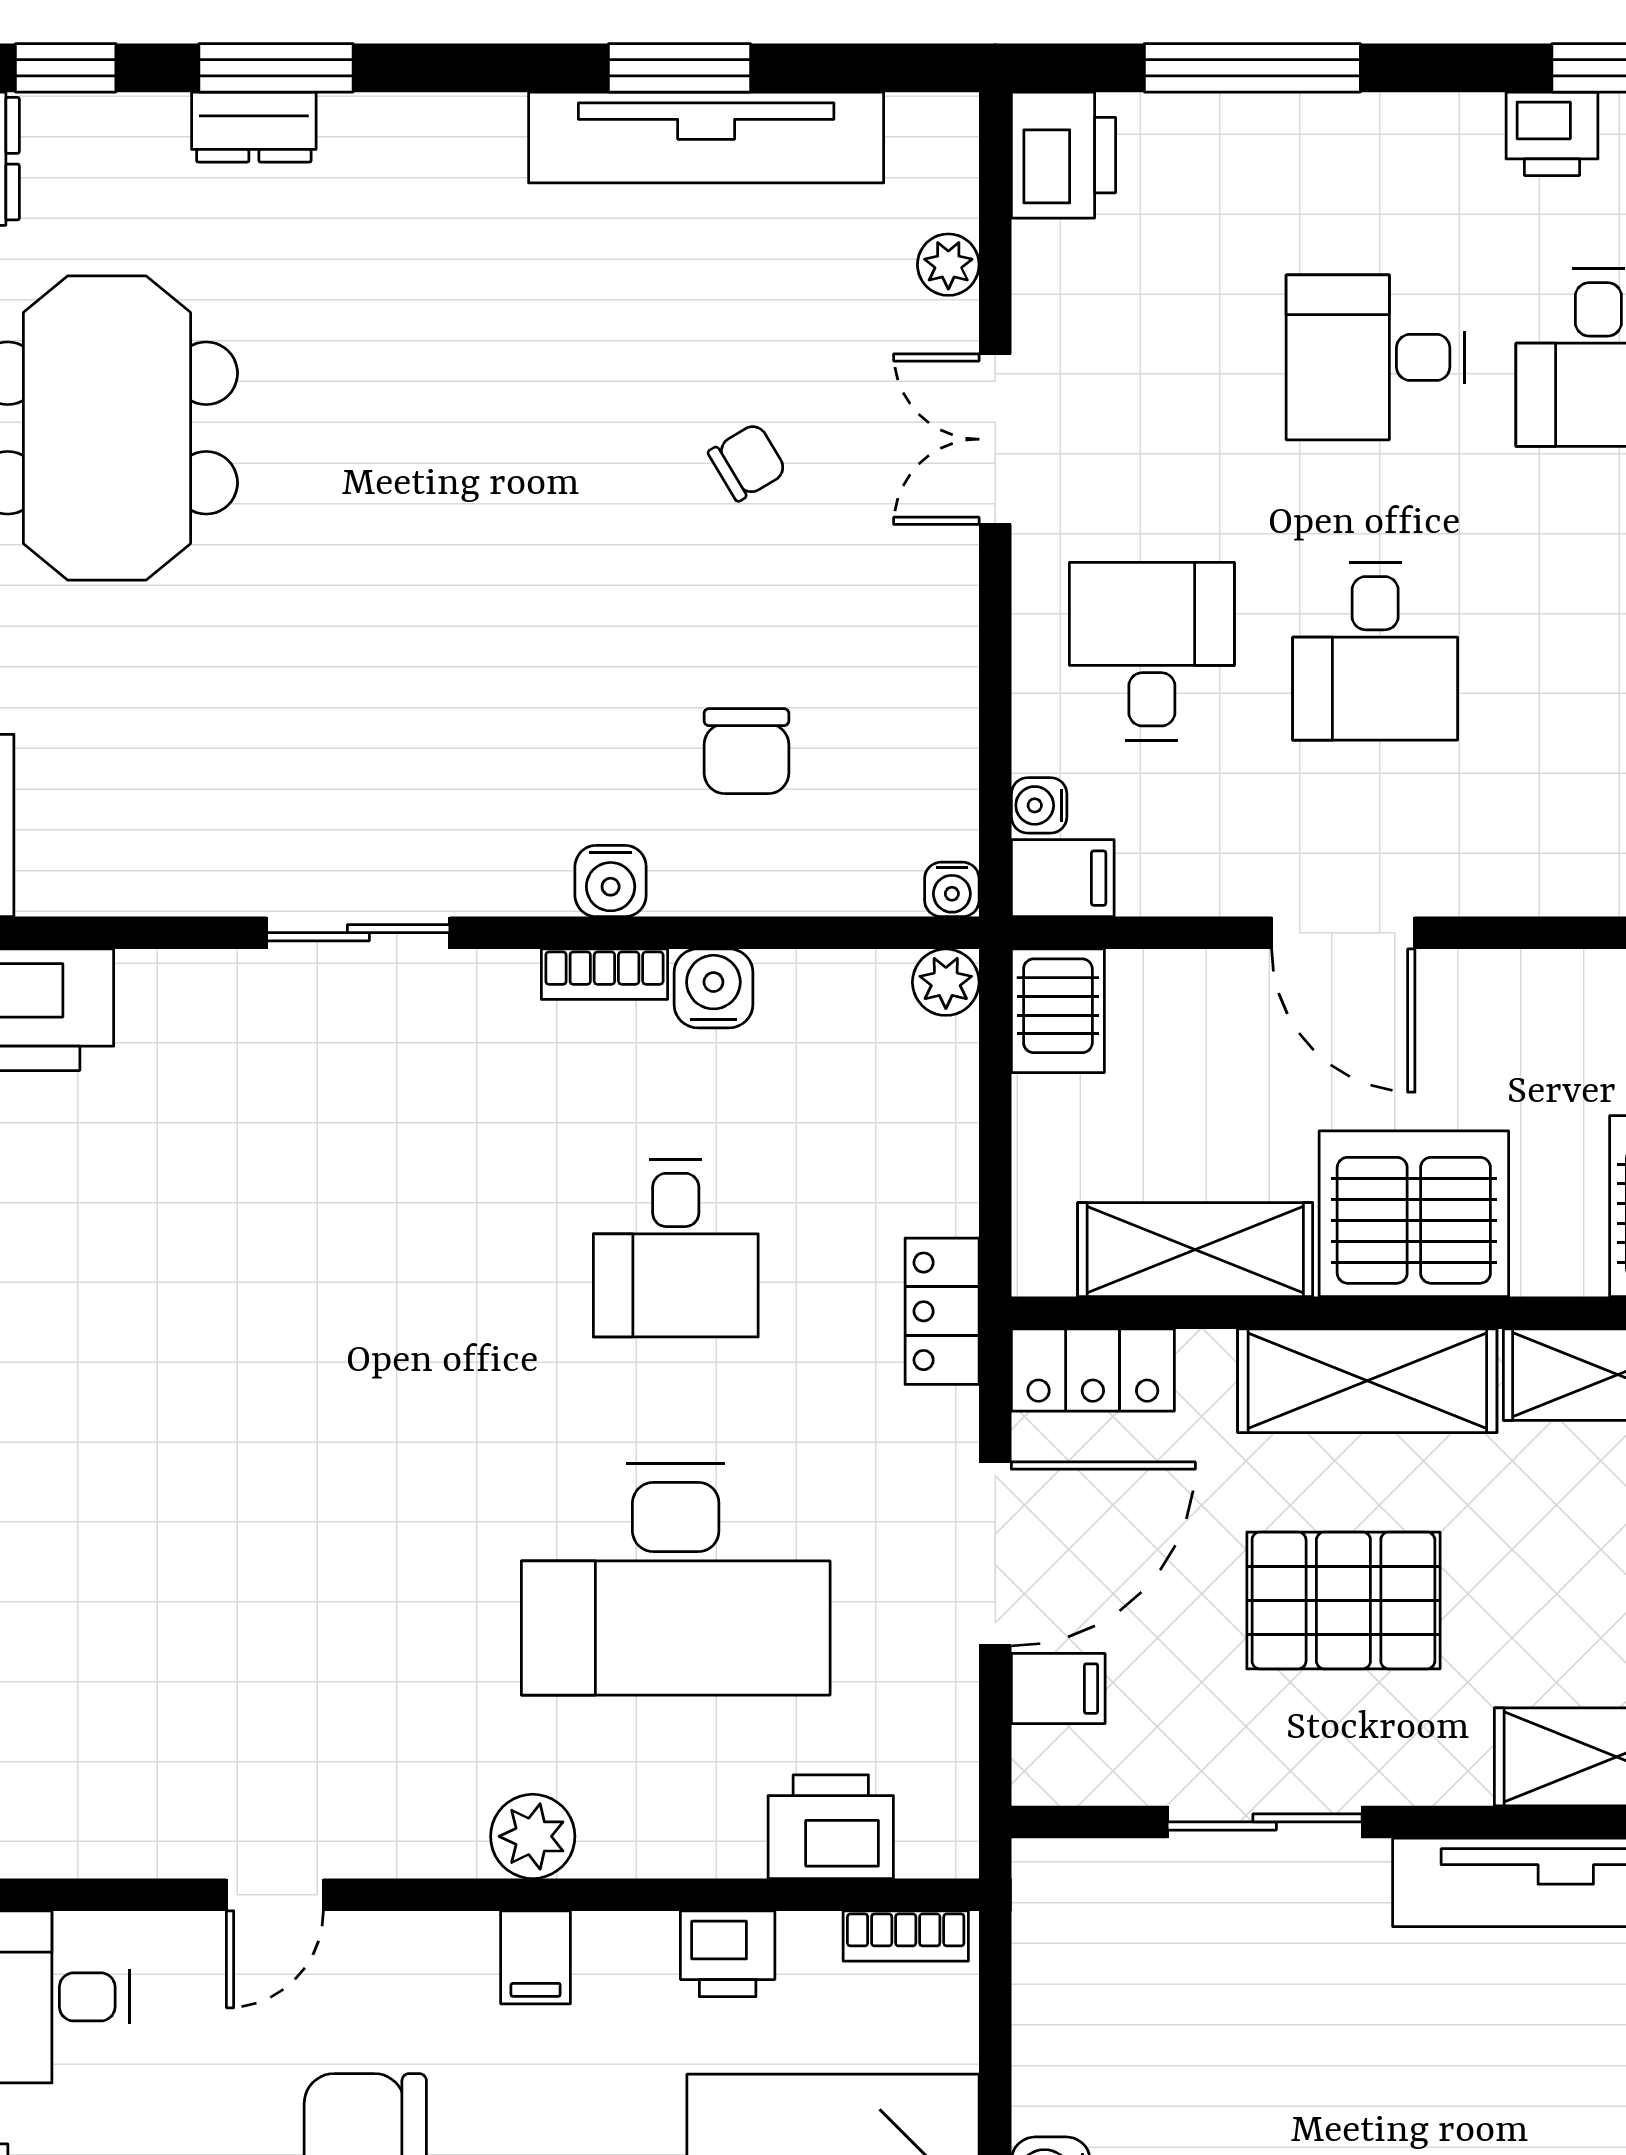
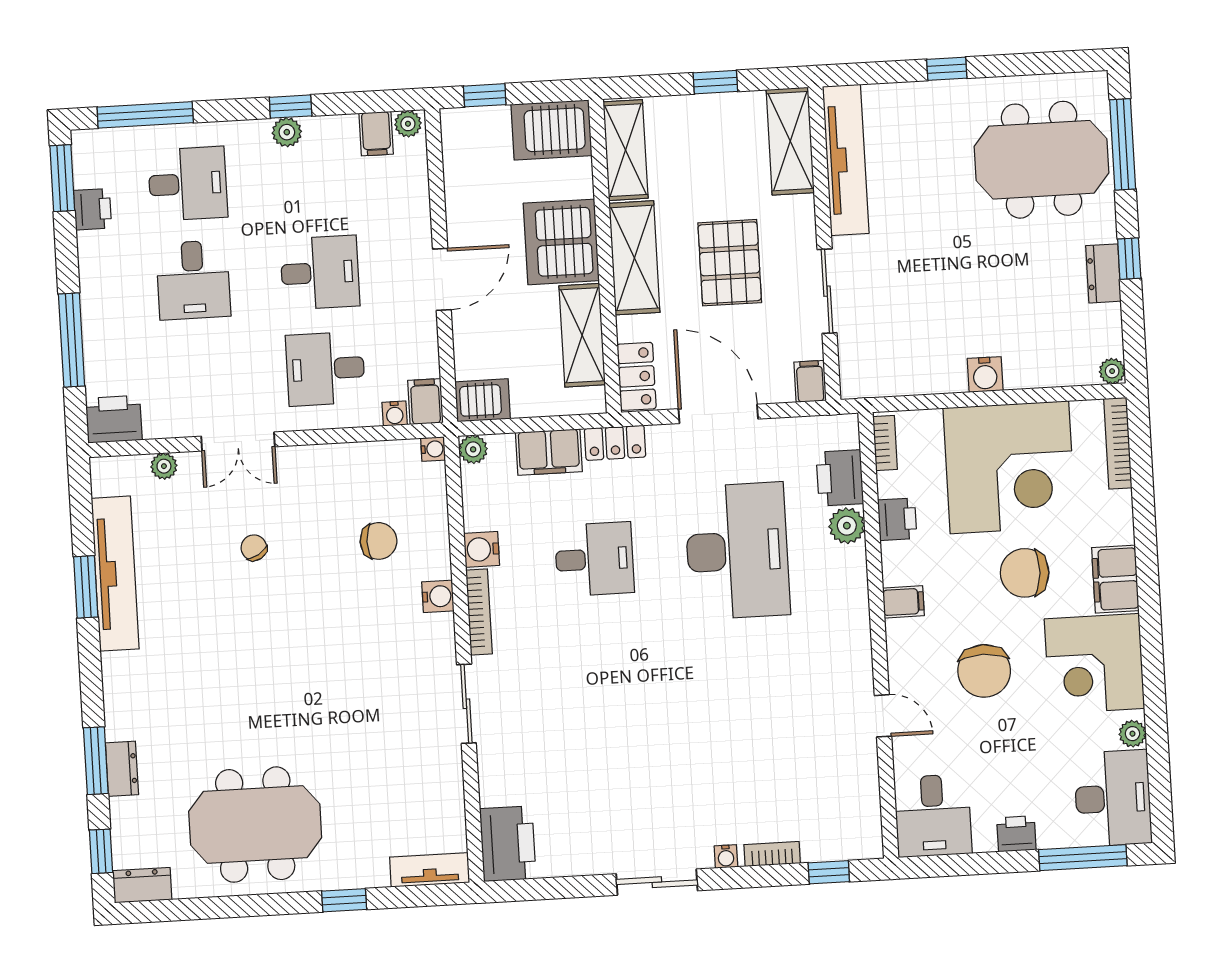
bookcase: (604, 974) -> (479, 612), width x1.56
filing cabinet: (929, 1157) -> (549, 452), added
filing cabinet: (1058, 1689) -> (810, 381), moved
plant: (533, 1836) -> (847, 526), moved

